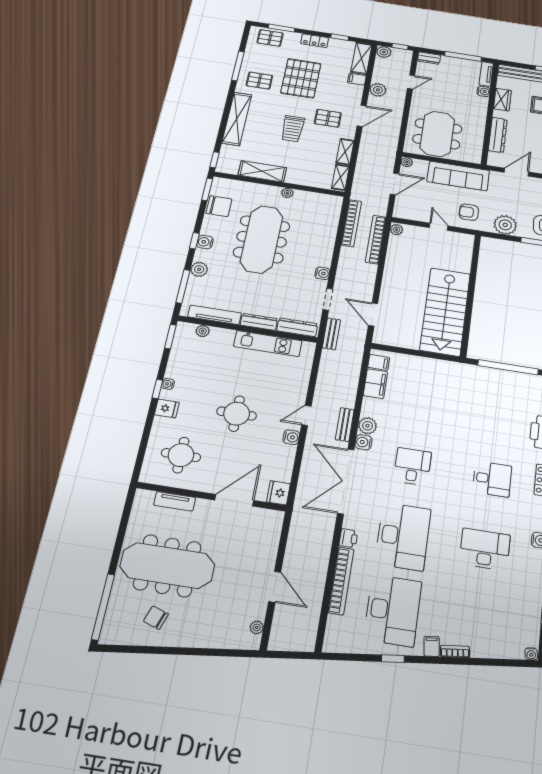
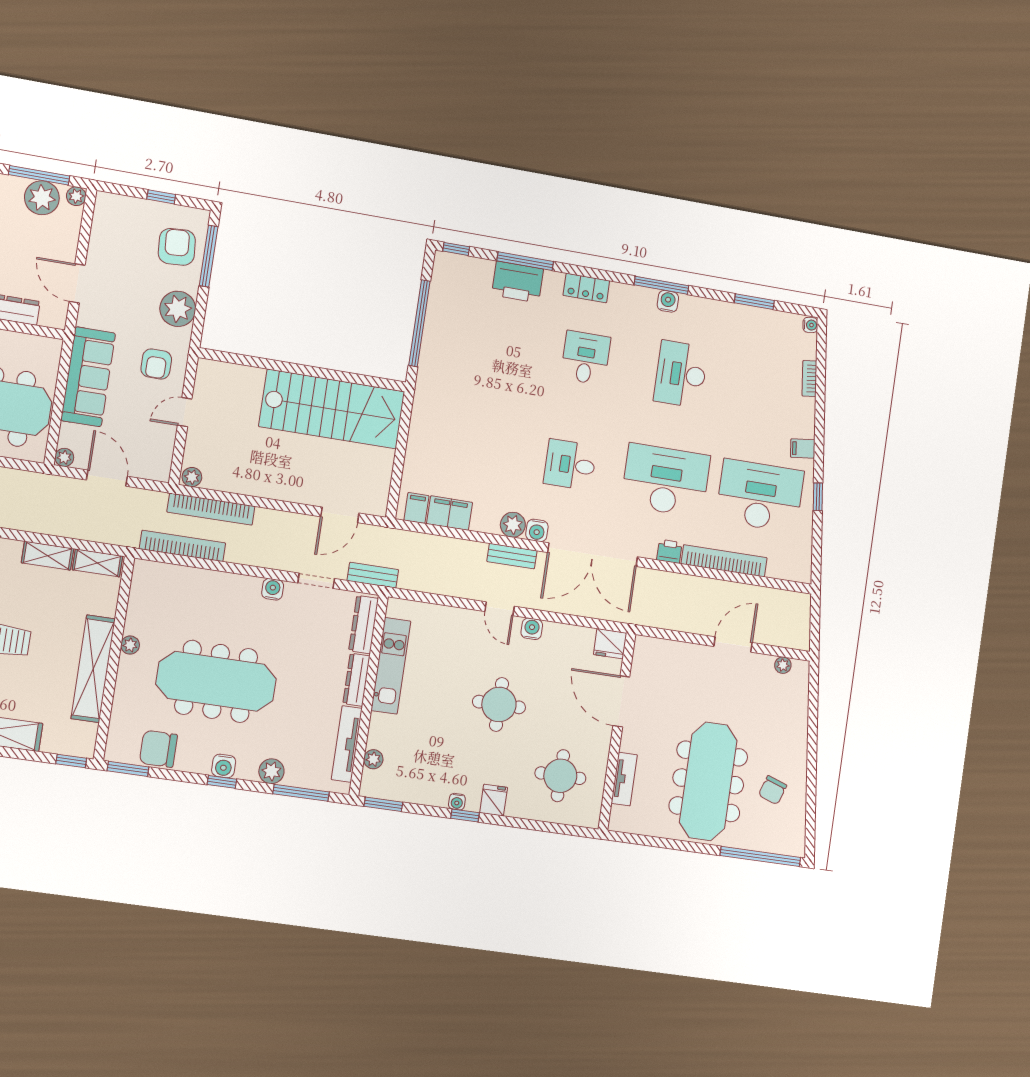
shelving: (262, 171) -> (93, 669), width x1.47
chair: (219, 206) -> (158, 749), turned -90
bookcase: (455, 651) -> (809, 379), moved

